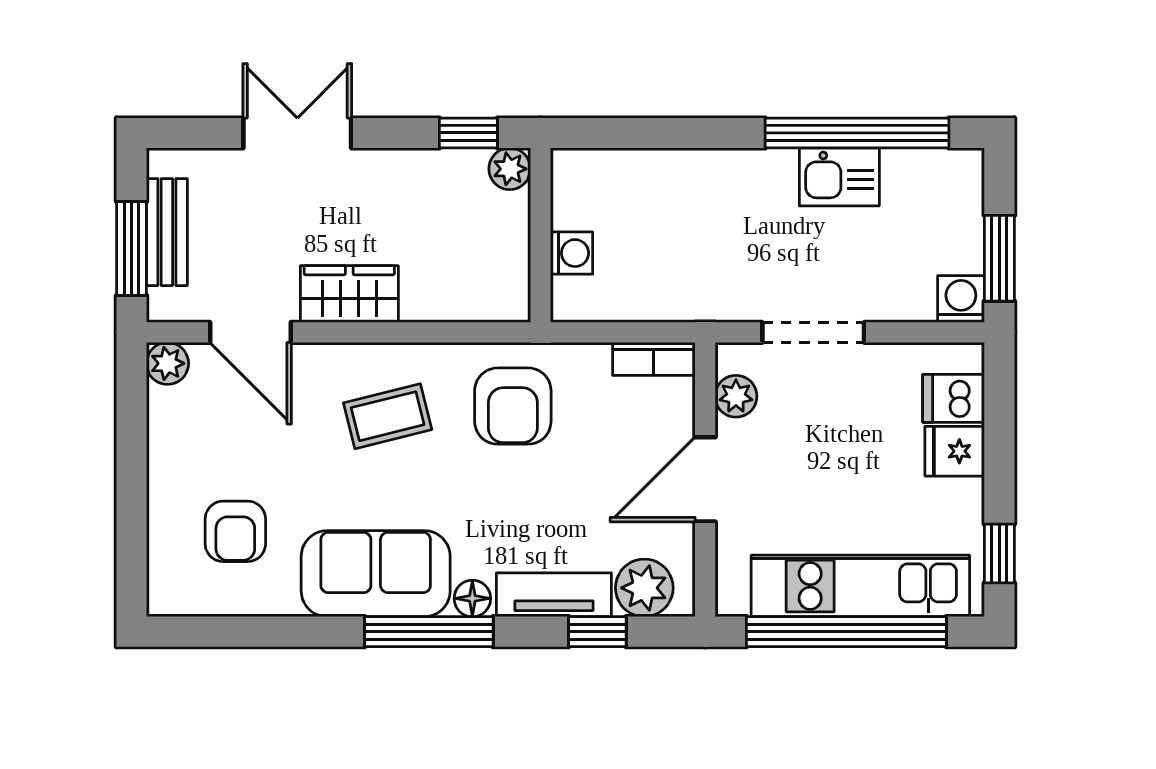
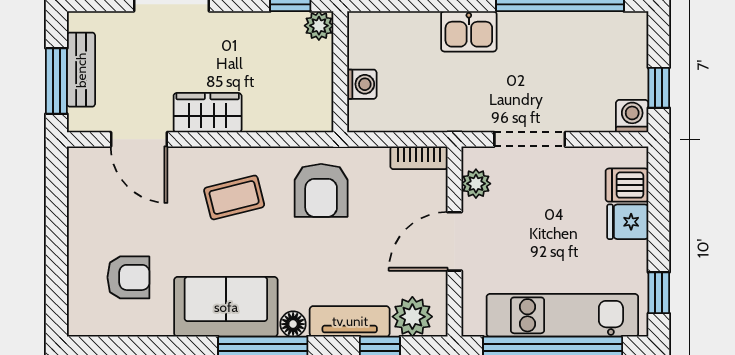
kitchen sink: (839, 177) -> (469, 31), moved
window: (999, 258) -> (659, 88), width x0.67
plant: (167, 363) -> (81, 161), removed
armchair: (235, 531) -> (128, 277), turned -90

